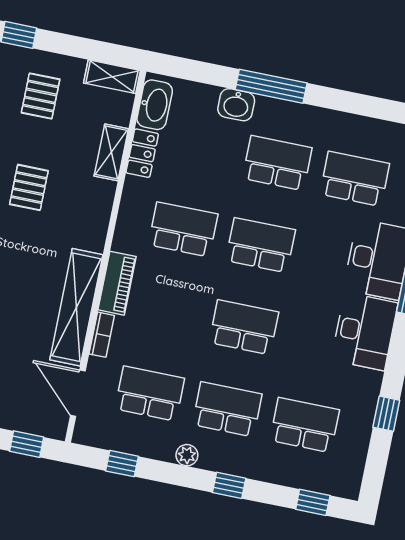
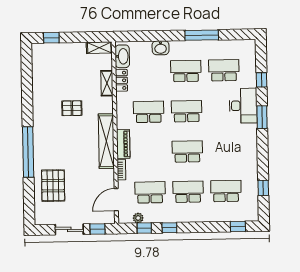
window: (271, 86) -> (202, 35), moved
pallet: (41, 96) -> (68, 64), removed
pallet: (29, 187) -> (72, 108), turned 90
shelving: (76, 307) -> (106, 141), moved
desk: (364, 331) -> (244, 141), removed
door: (78, 393) -> (116, 200), hinge flipped
window: (386, 414) -> (263, 188), moved
plant: (187, 455) -> (138, 218), moved
window: (229, 485) -> (169, 228), moved

